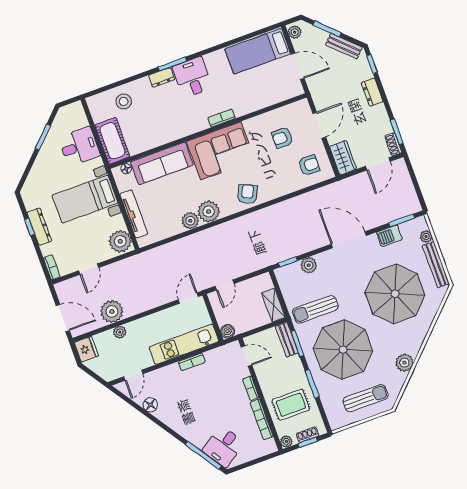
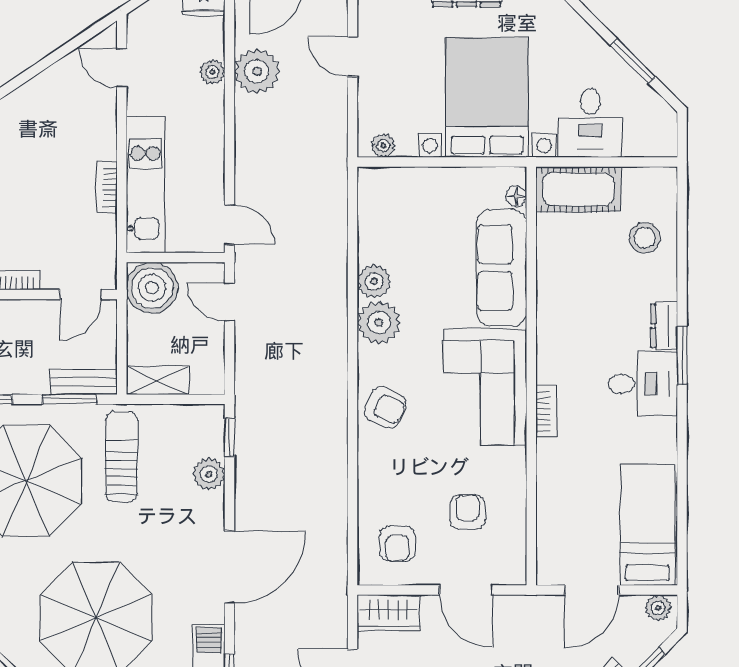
bed with nightstands: (85, 199) -> (487, 98), width x1.36
tv unit: (134, 214) -> (426, 180), removed
plant: (120, 241) -> (383, 146), width x0.53, depth x0.53
boiler: (228, 331) -> (152, 288), width x1.86, depth x1.86
floor lamp: (150, 405) -> (54, 80), removed

